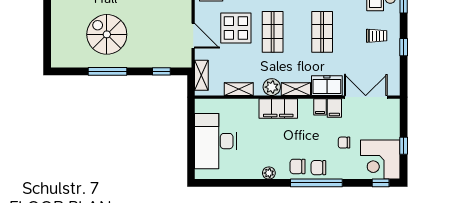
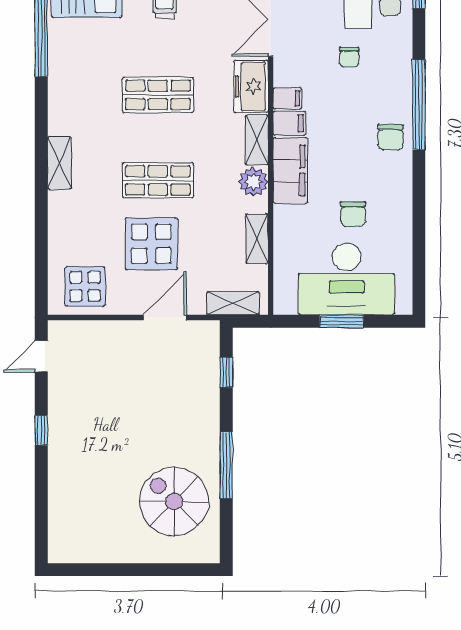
spiral stairs: (107, 34) -> (174, 501), moved, turned 90
filing cabinet: (334, 108) -> (289, 123), moved
window: (191, 138) -> (342, 321), added
chair: (318, 168) -> (353, 214), moved
plant: (269, 173) -> (402, 187), removed

